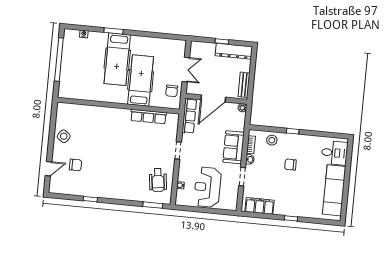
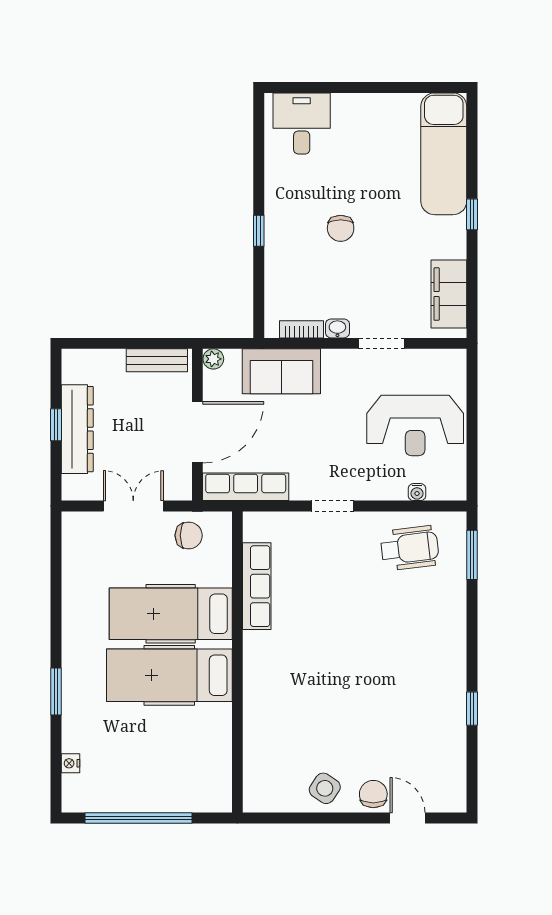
dresser: (234, 51) -> (77, 429), moved
hospital bed: (117, 59) -> (169, 675), moved, turned 180
door: (213, 98) -> (197, 432), hinge flipped
stool: (272, 140) -> (285, 280), removed
sofa: (234, 147) -> (281, 371), moved
chair: (75, 165) -> (373, 794), moved
exam couch: (334, 190) -> (444, 154), moved, turned 90

